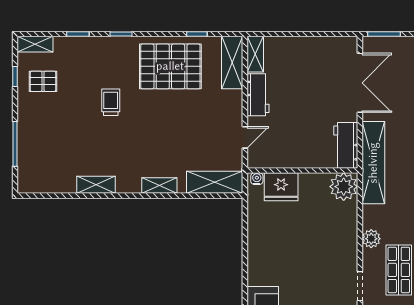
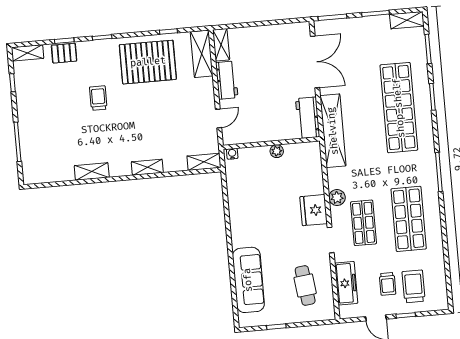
pallet: (43, 81) -> (64, 53), moved
shelving: (215, 182) -> (204, 162), width x0.67, depth x0.75
fridge: (281, 187) -> (314, 210), moved, turned 90
plant: (344, 187) -> (277, 151), moved, width x0.53, depth x0.53

